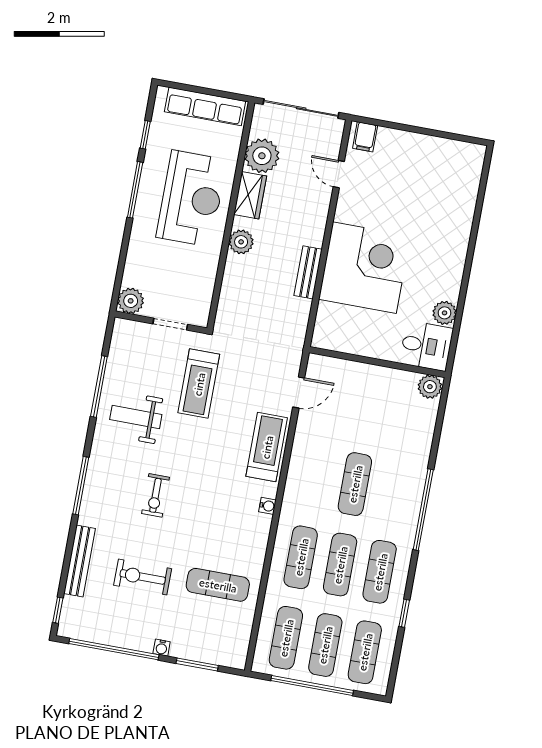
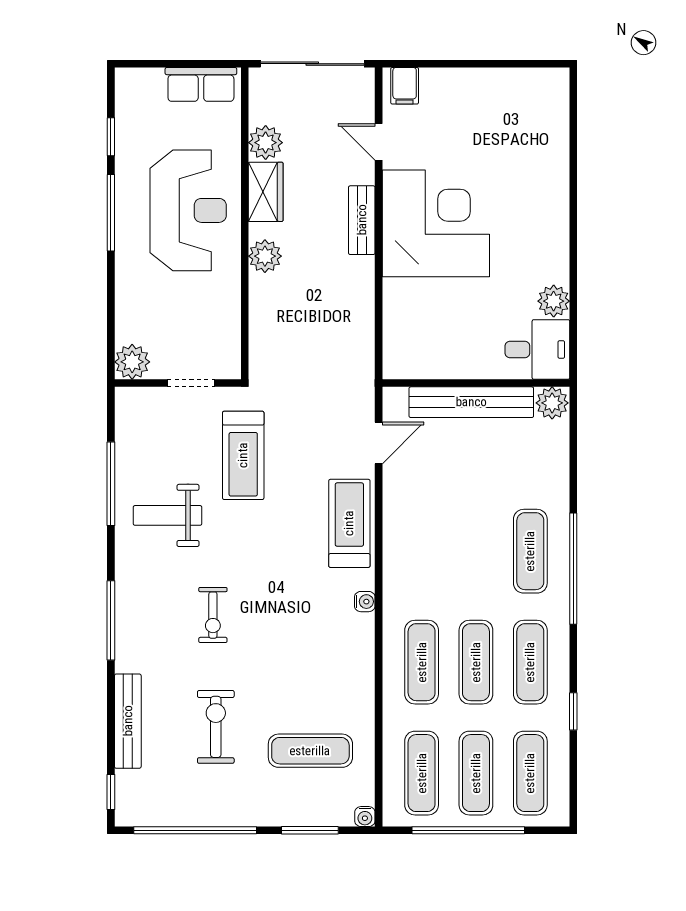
row of seats: (205, 106) -> (201, 84), width x0.68
plant: (262, 156) -> (266, 143), width x0.73, depth x0.73
corner desk: (364, 268) -> (436, 223), moved
bench: (308, 272) -> (362, 220), moved
bench: (371, 375) -> (471, 402), added
exercise mat: (355, 484) -> (530, 551), moved
exercise bike: (143, 577) -> (216, 727), turned 90
exercise mat: (218, 585) -> (310, 751), moved
water cooler: (162, 648) -> (365, 817), moved

